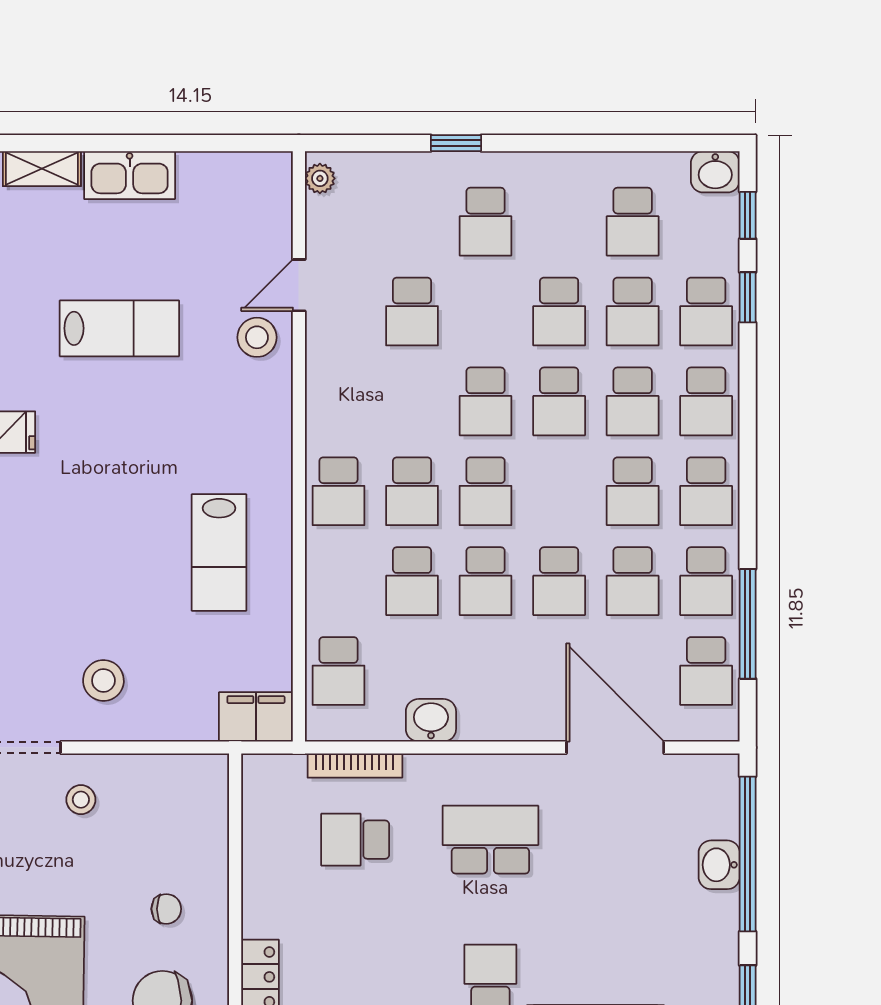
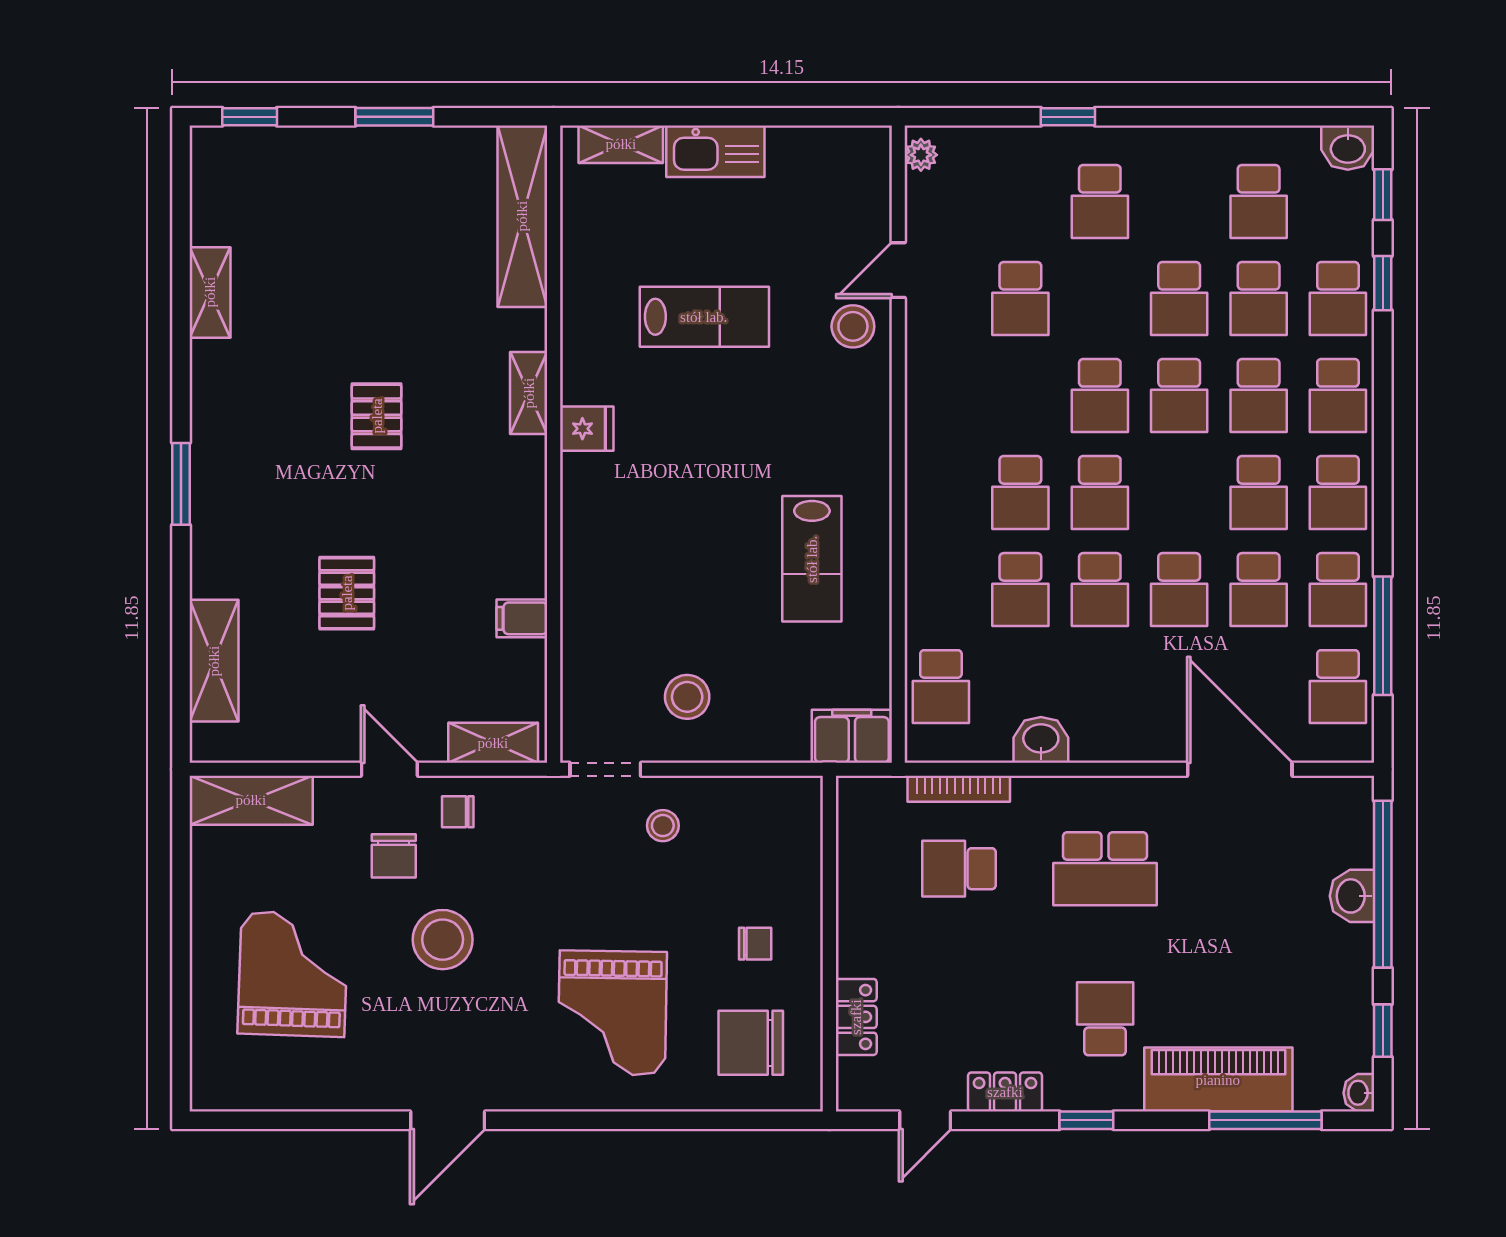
school desk: (338, 491) -> (941, 493), removed
school desk: (490, 840) -> (1105, 869), turned 180

